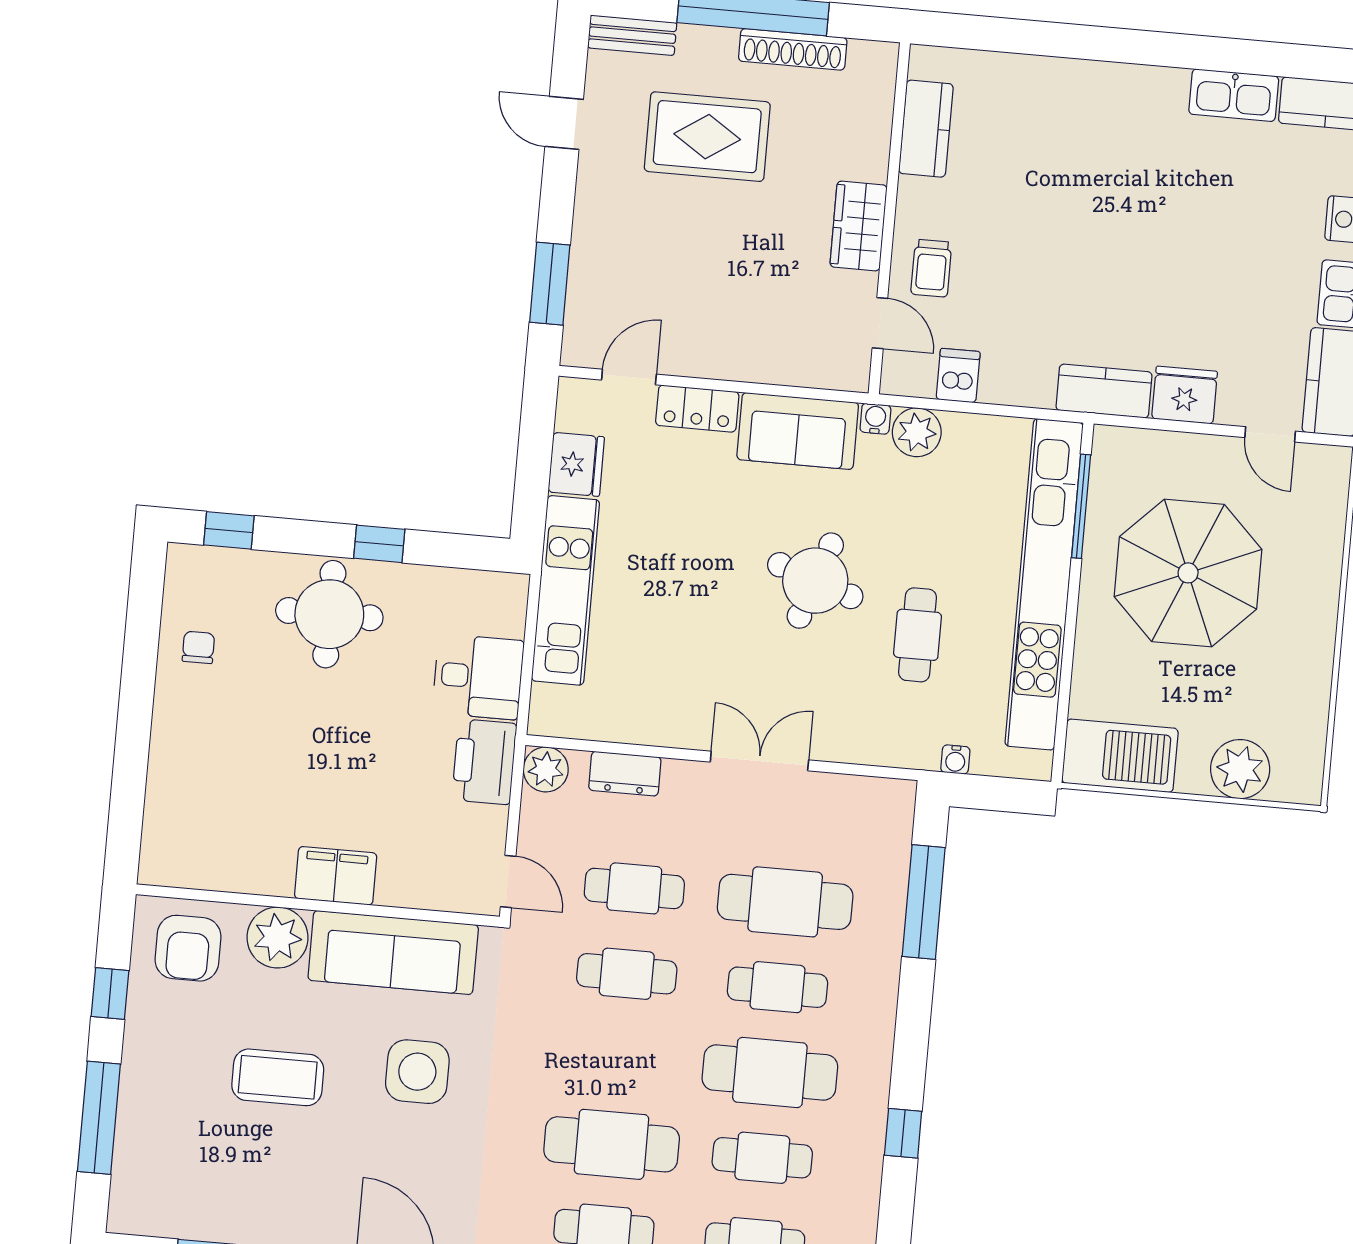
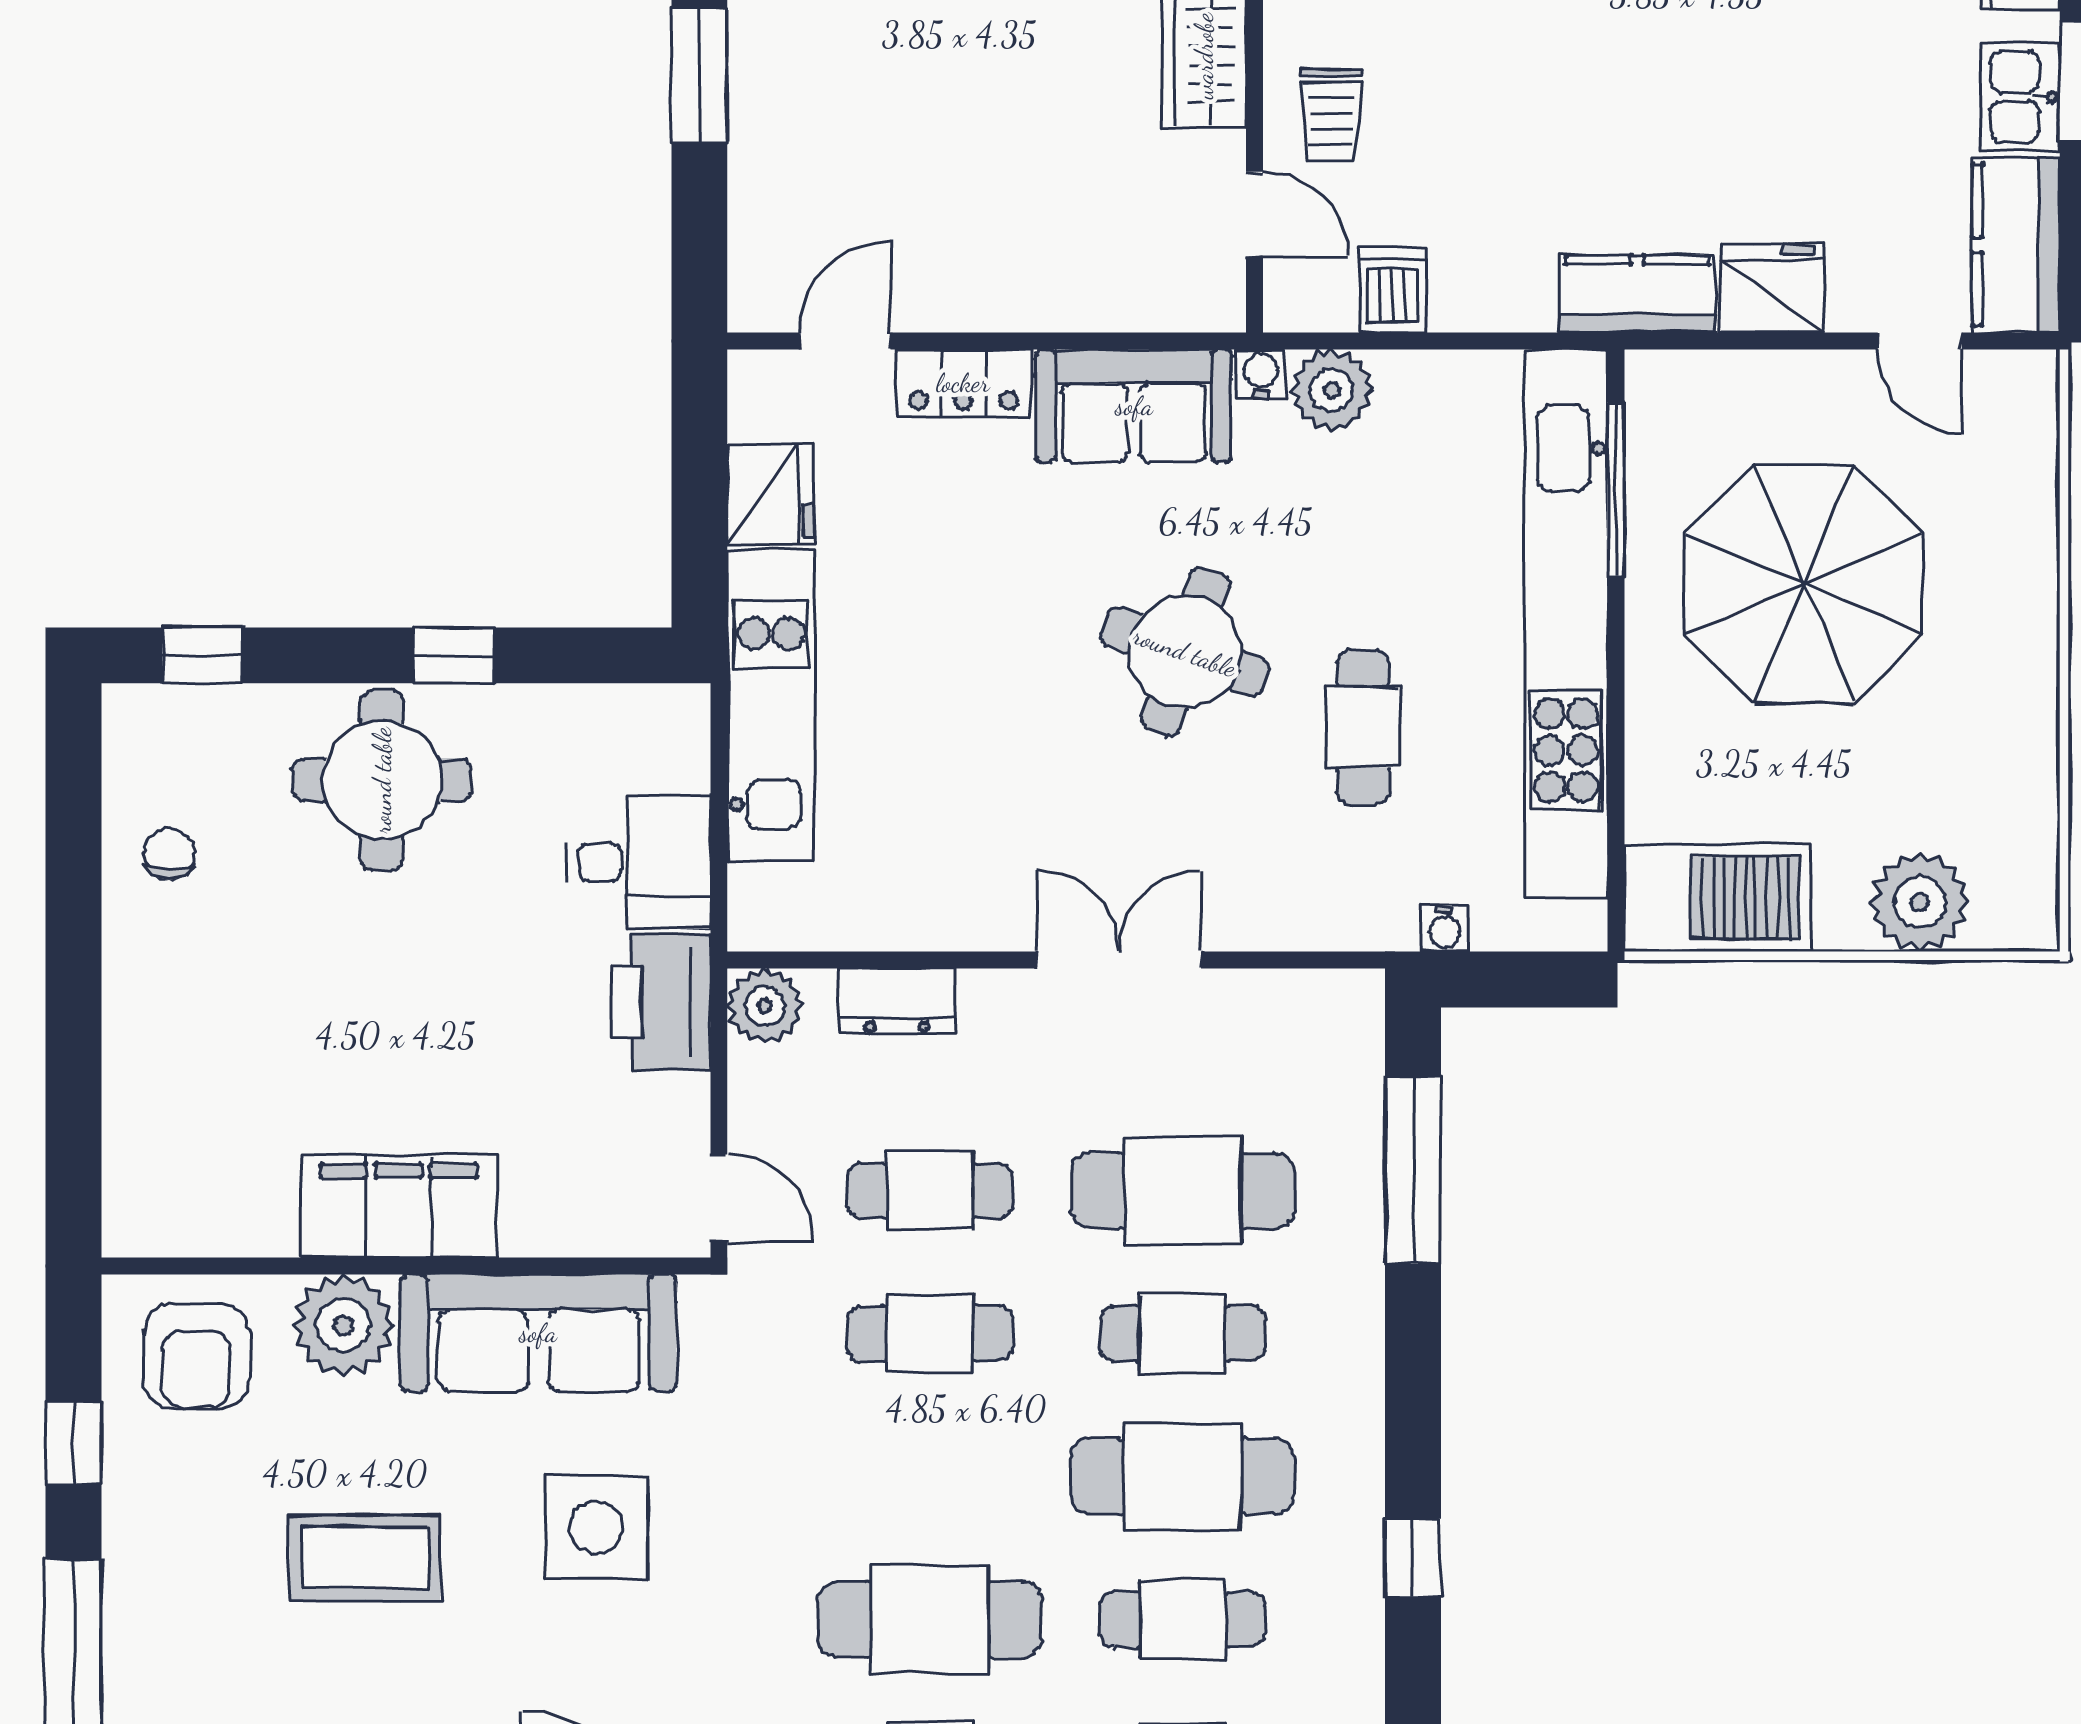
window: (550, 284) -> (699, 76), moved
filing cabinet: (336, 876) -> (398, 1207), width x1.50, depth x1.17

